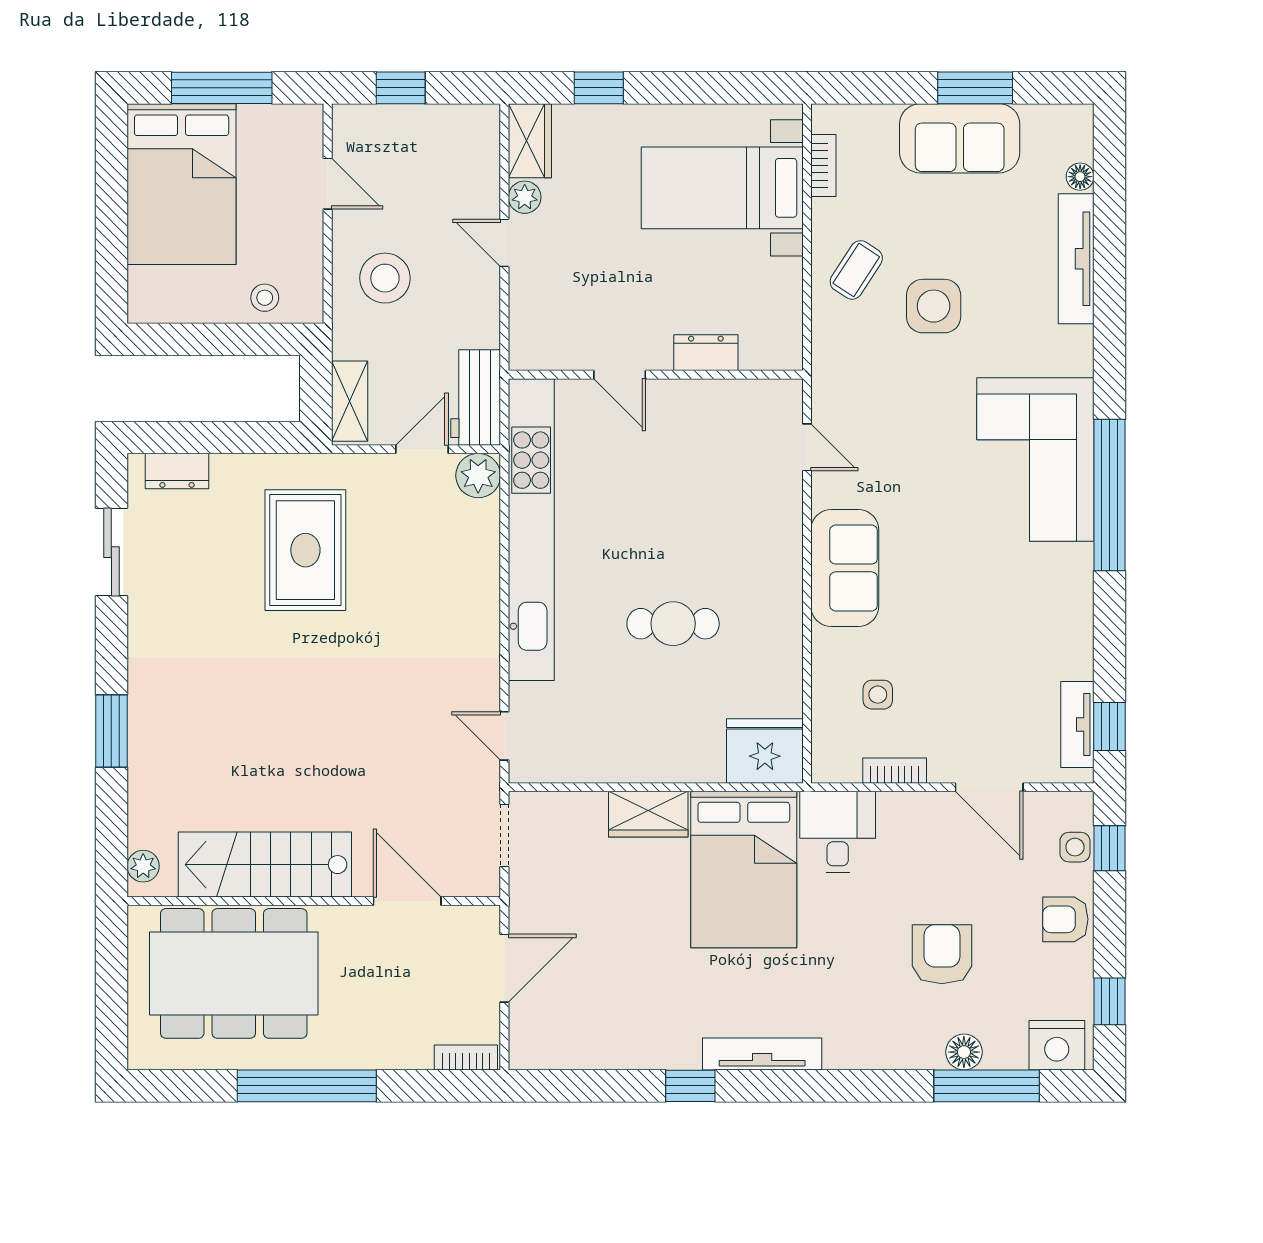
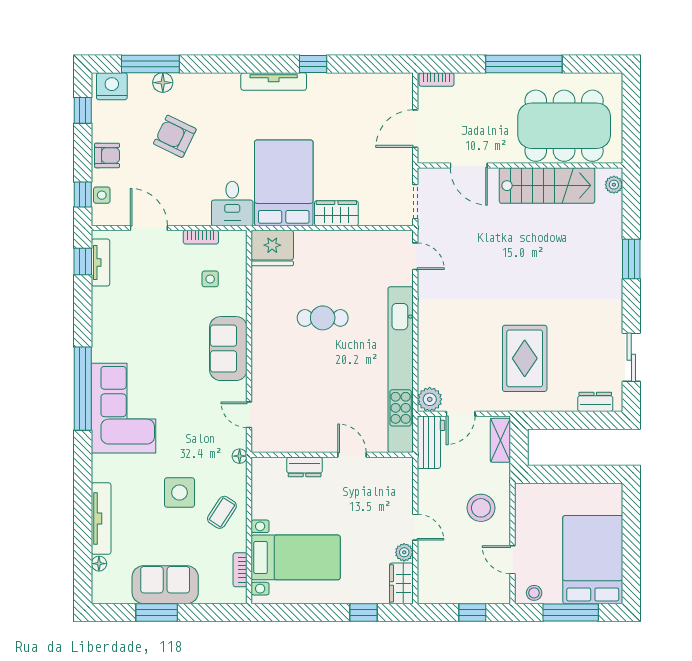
stool: (265, 298) -> (534, 593), moved
floor lamp: (824, 372) -> (240, 456), added
armchair: (942, 954) -> (175, 136), turned 116

